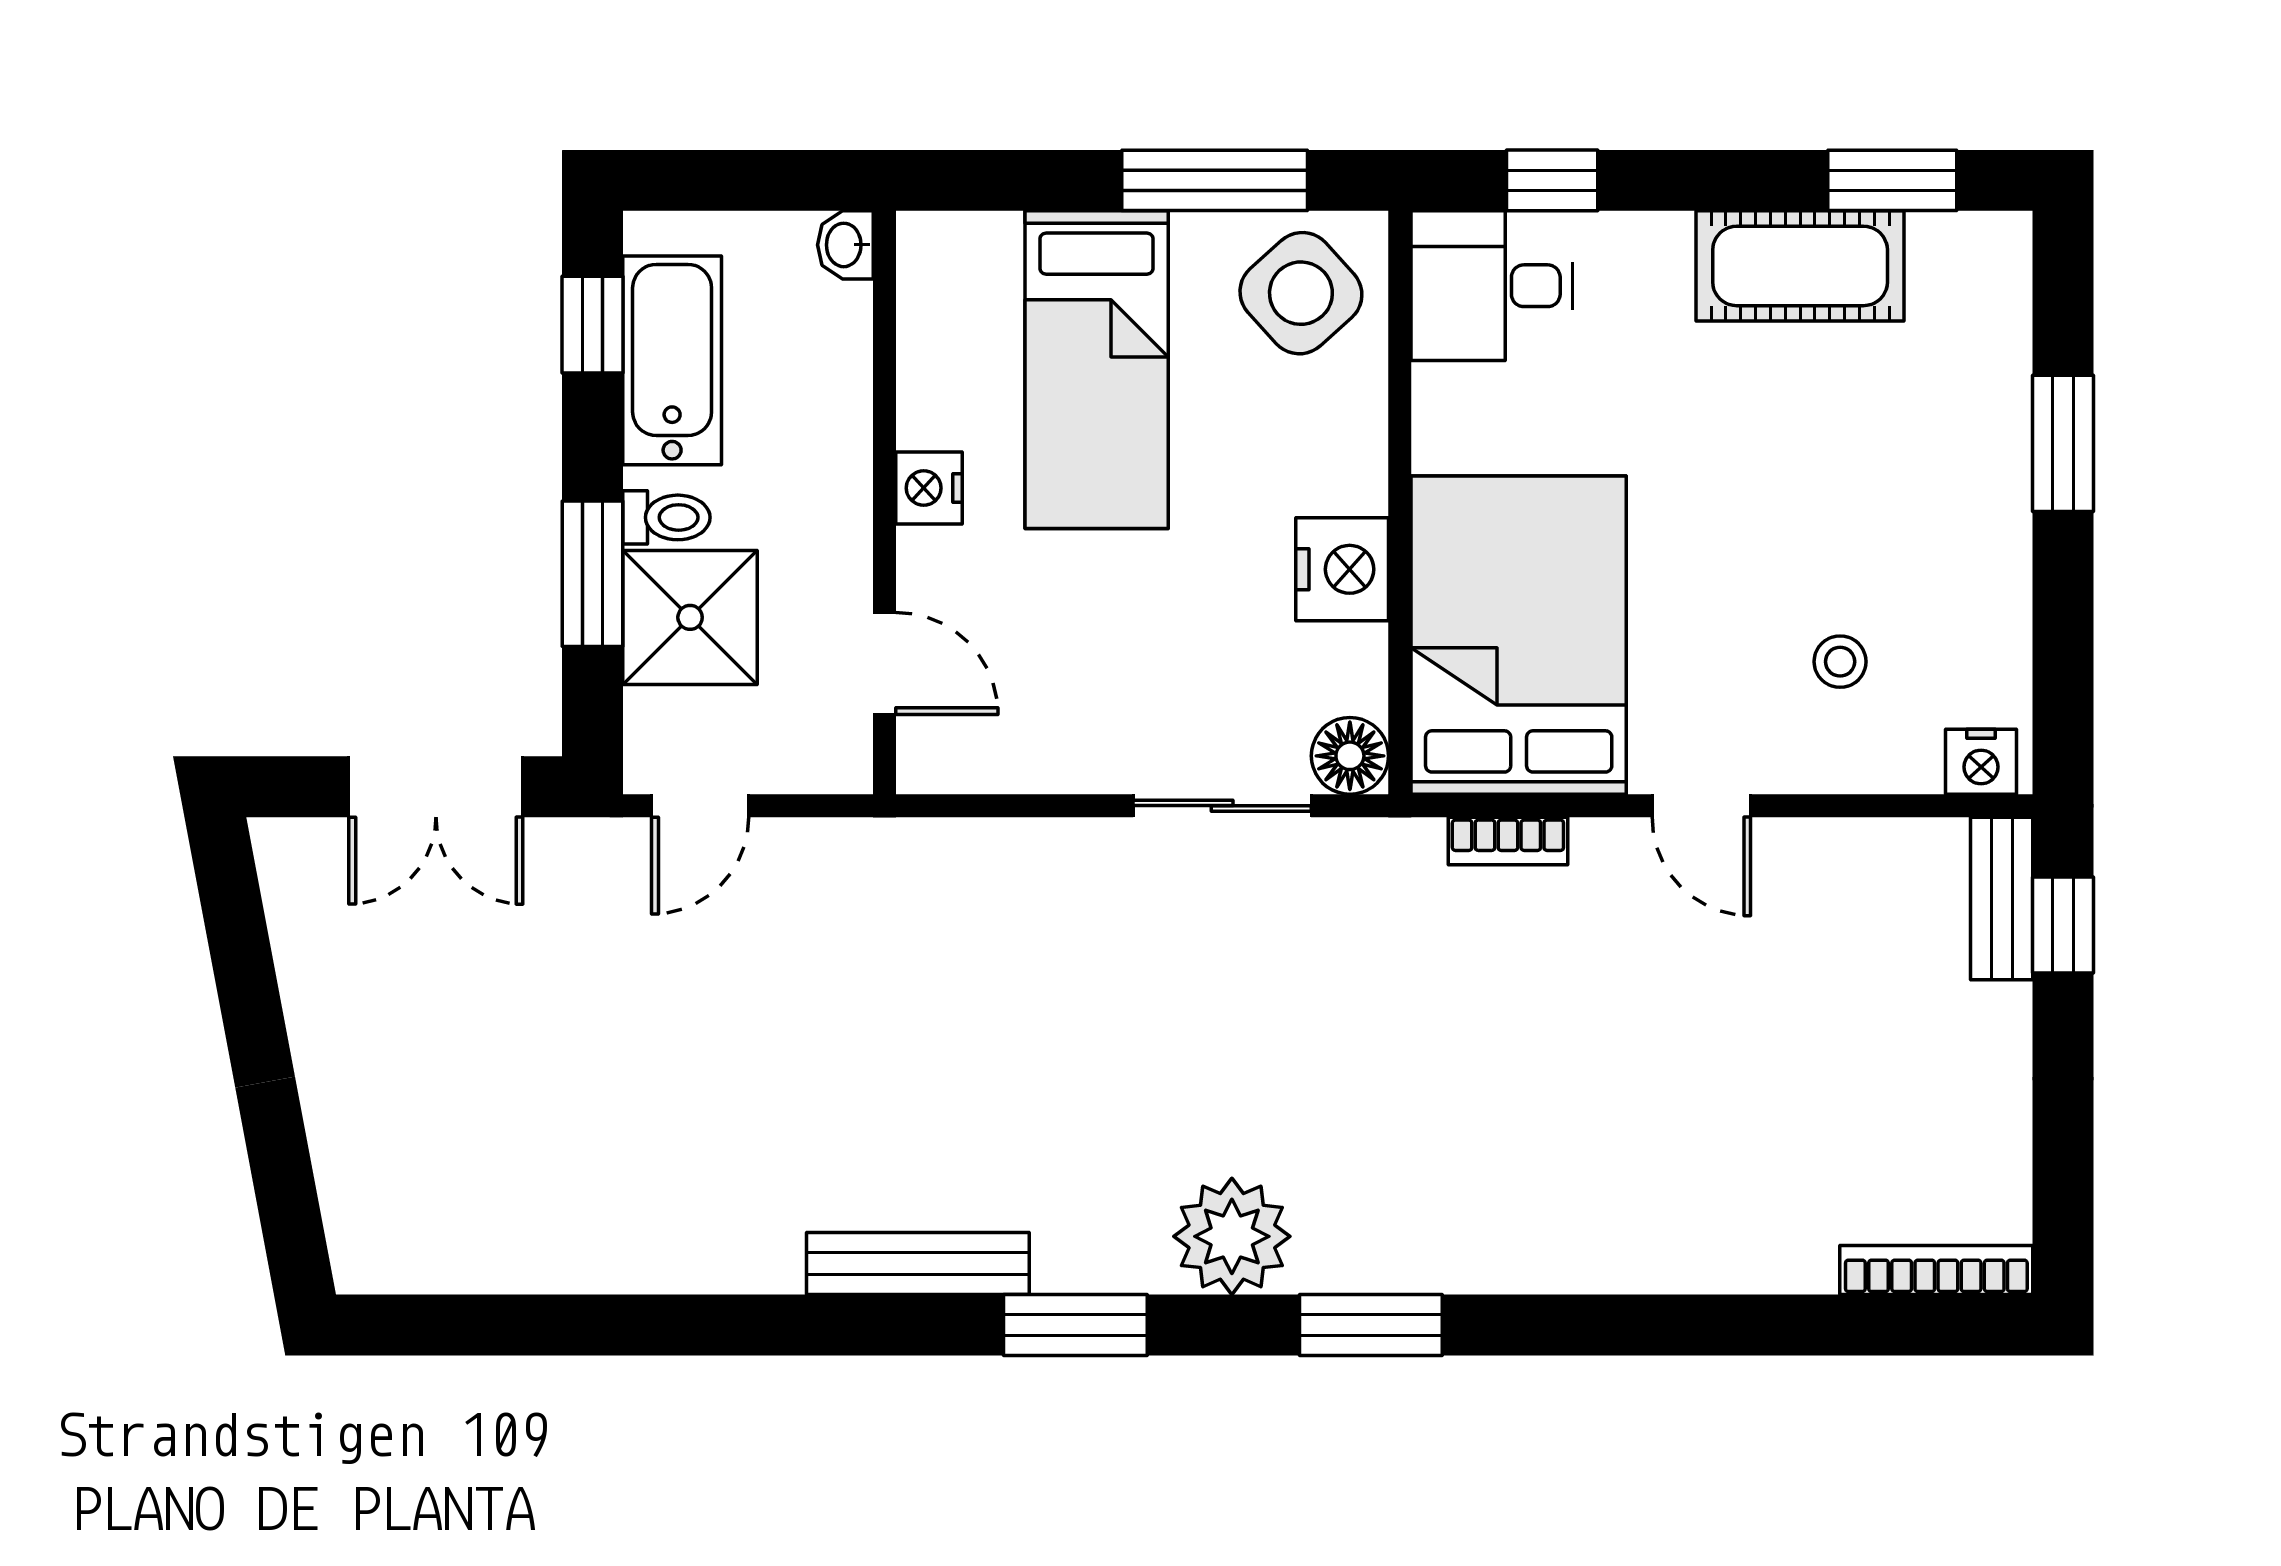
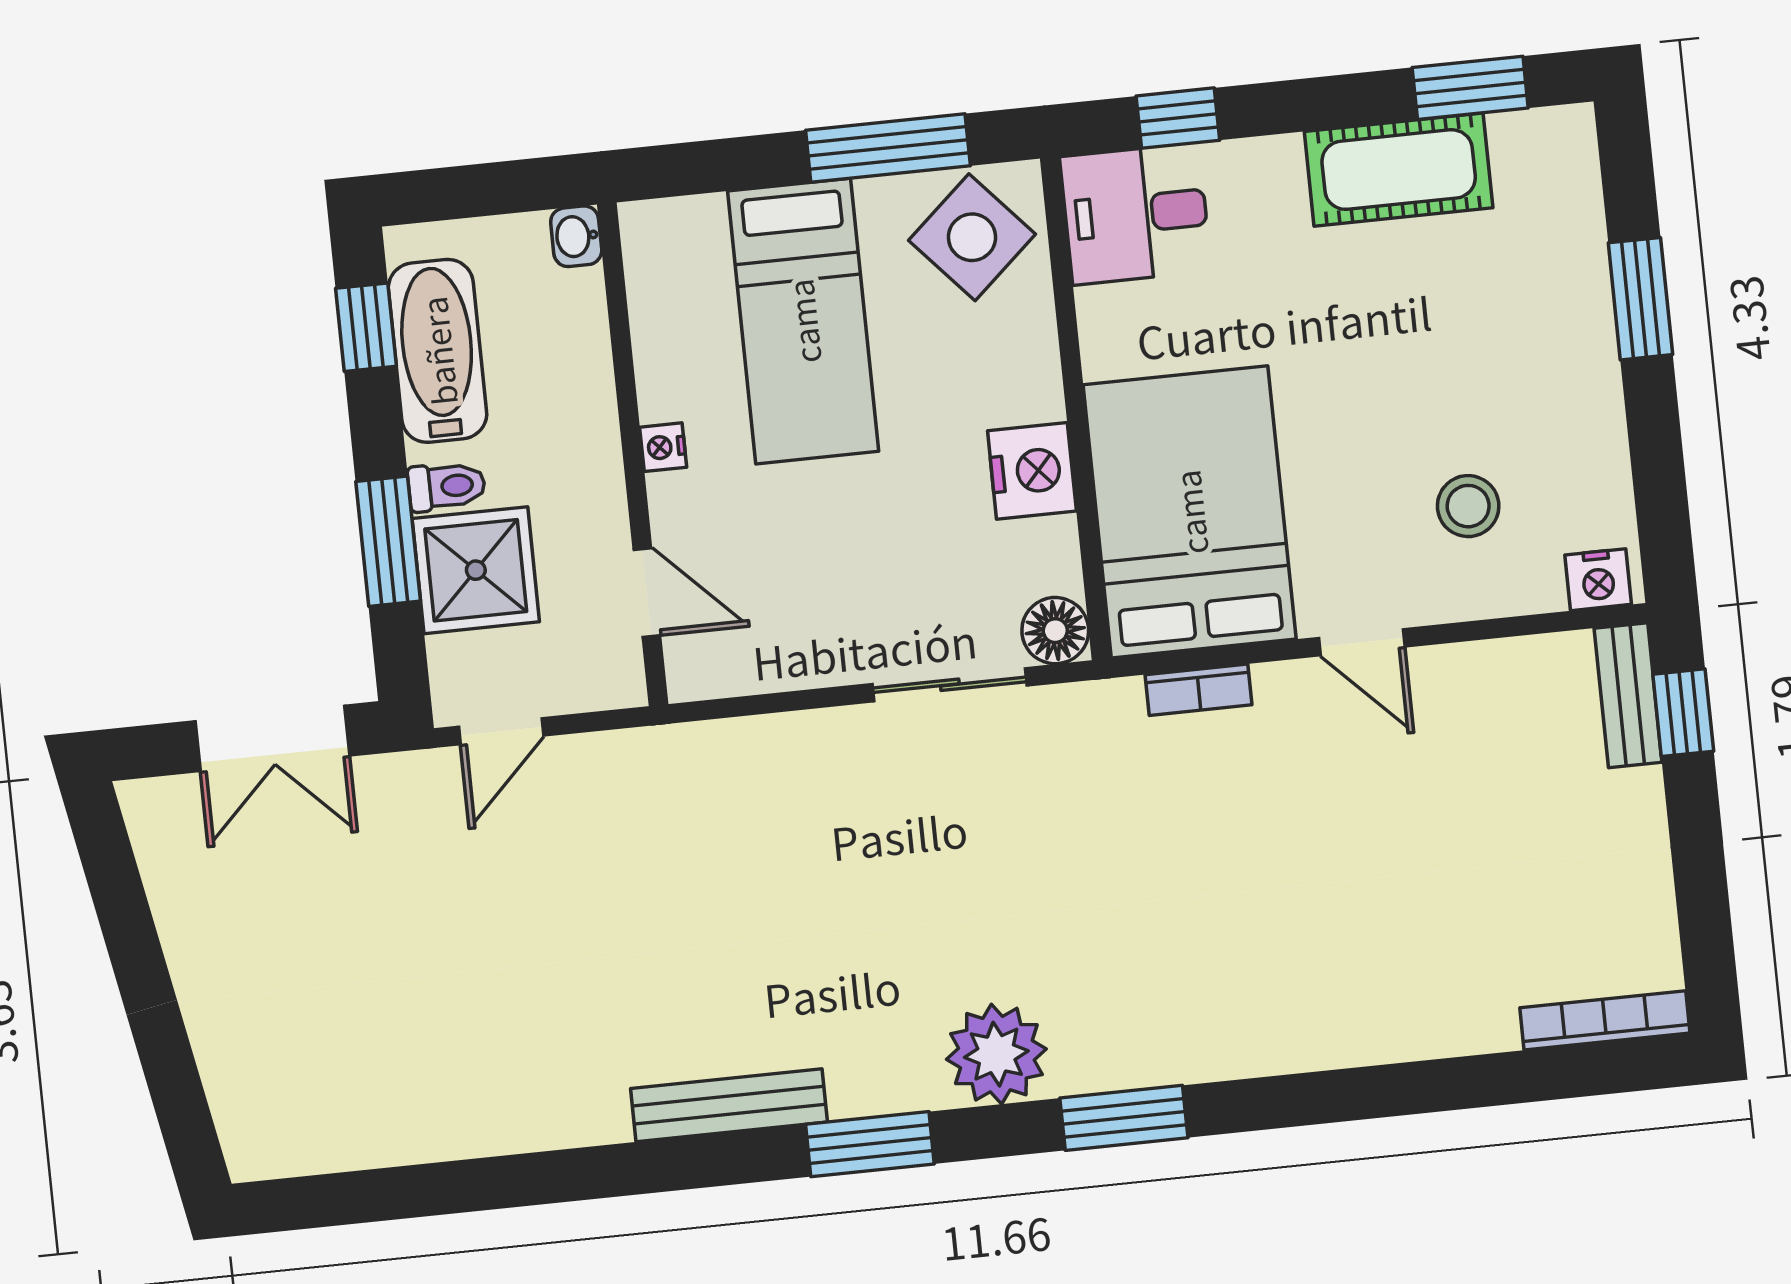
nightstand: (929, 488) -> (663, 447), width x0.72, depth x0.74
stool: (1840, 662) -> (1468, 506), width x1.37, depth x1.37

